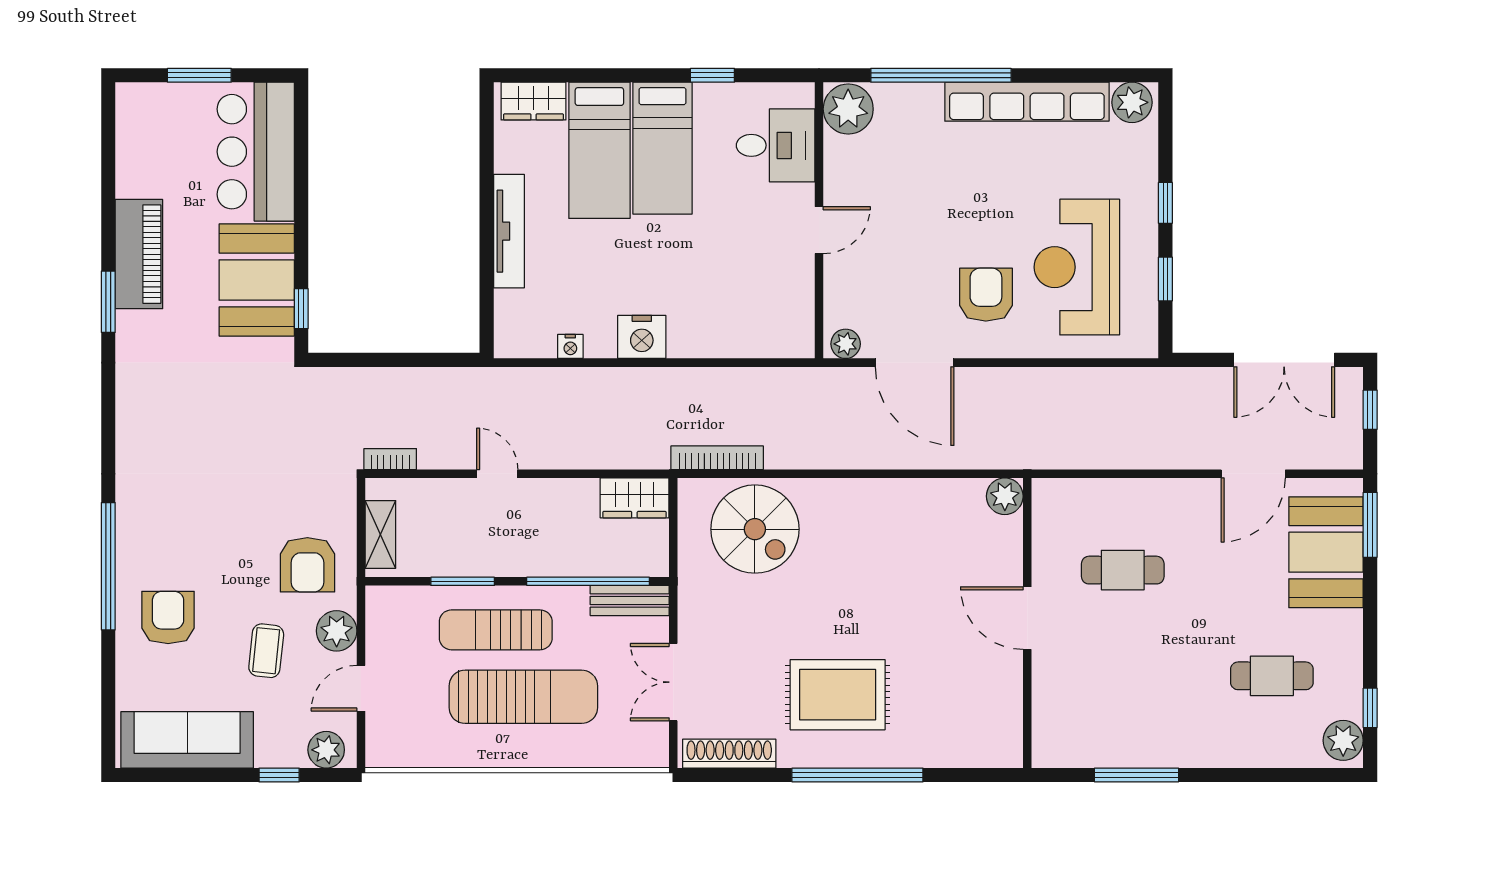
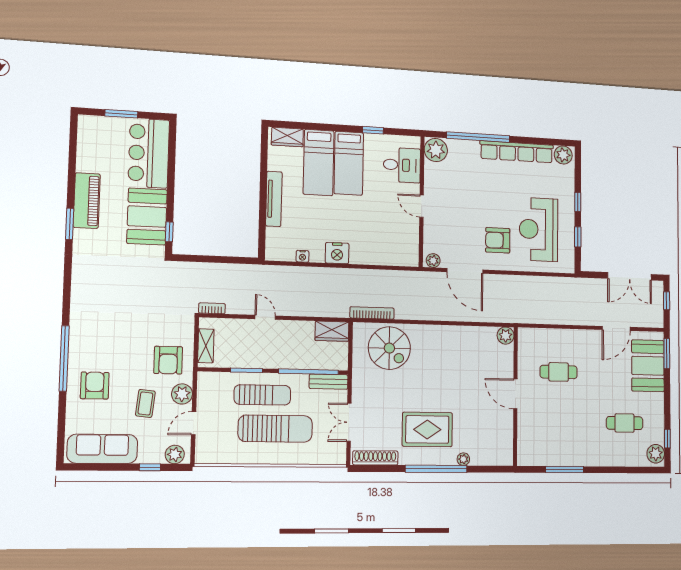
door: (819, 230) -> (422, 206), swing flipped
armchair: (986, 295) -> (498, 240), turned -90
sun lounger: (496, 630) -> (262, 395), turned 180
plant: (915, 755) -> (463, 459), added

